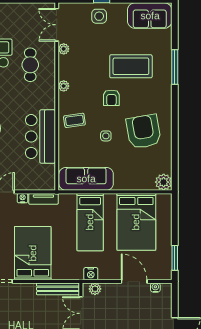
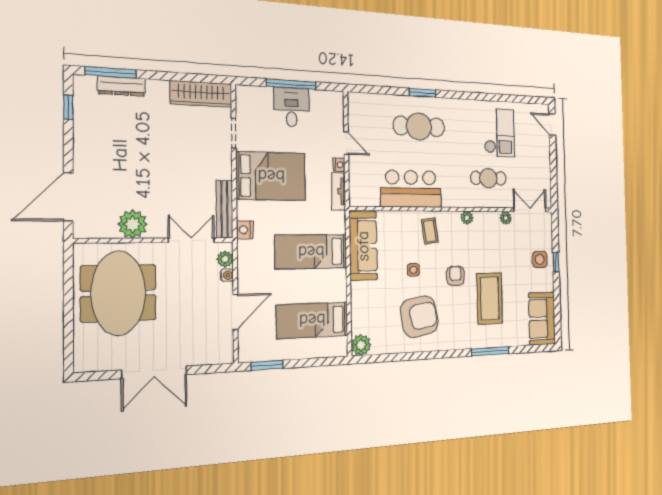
armchair: (111, 98) -> (455, 276), turned 90
bed: (136, 222) -> (312, 320), width x0.67
nightstand: (91, 274) -> (245, 230), moved
water cooler: (155, 288) -> (227, 275), moved

